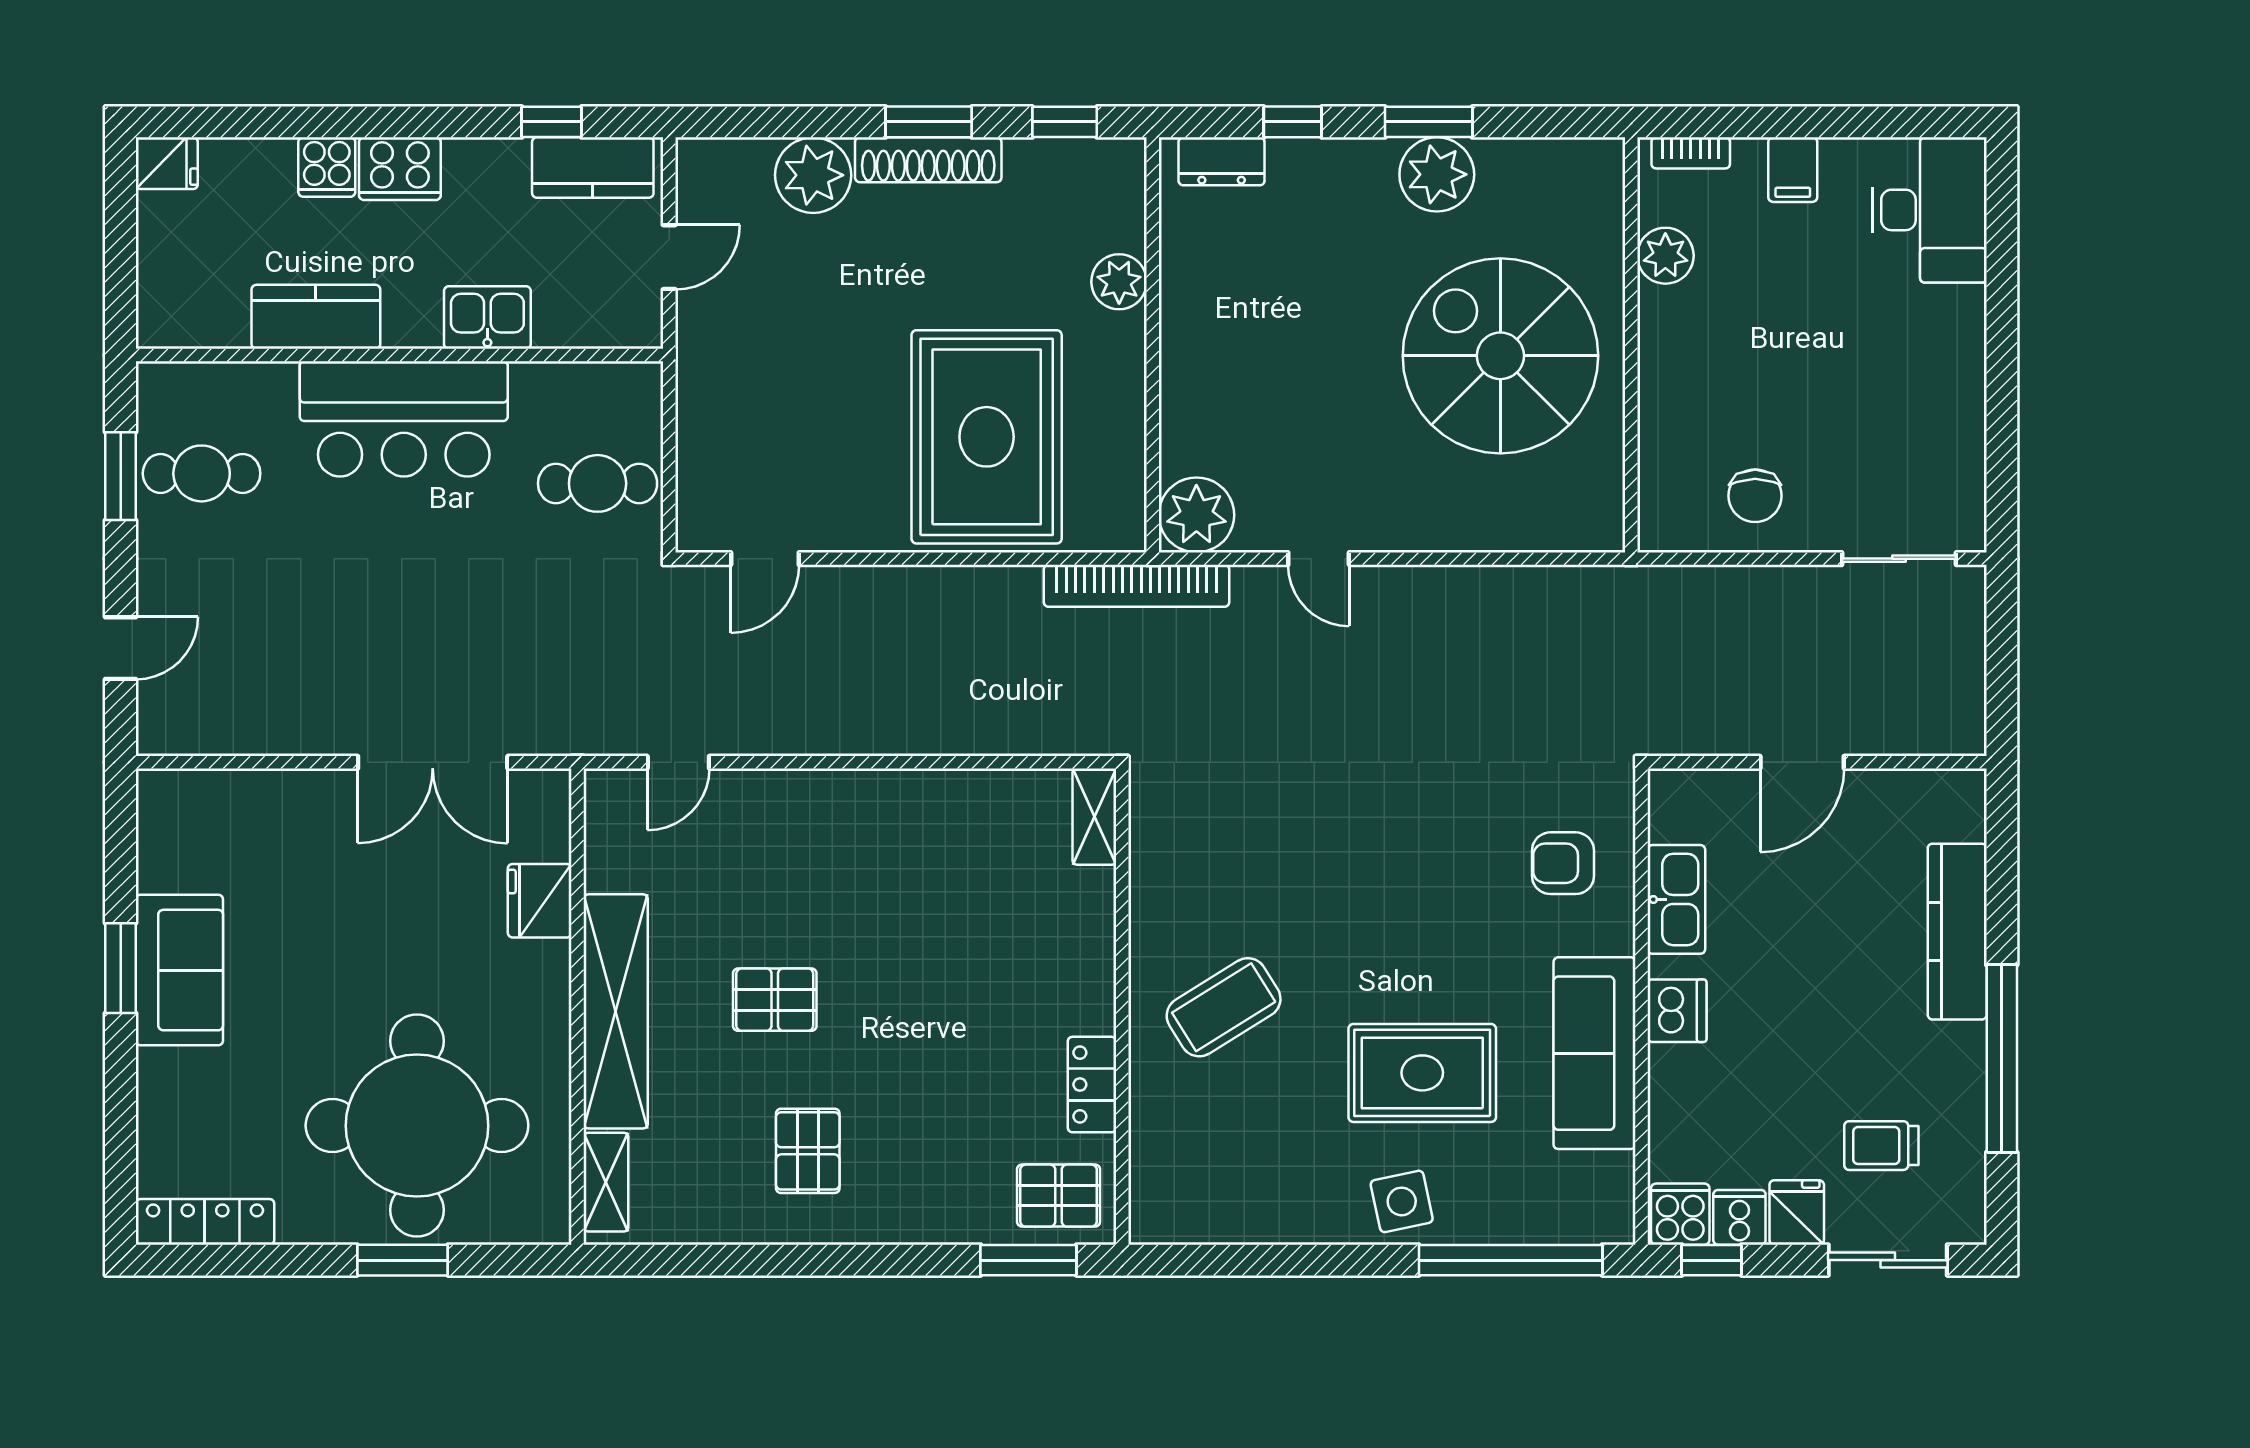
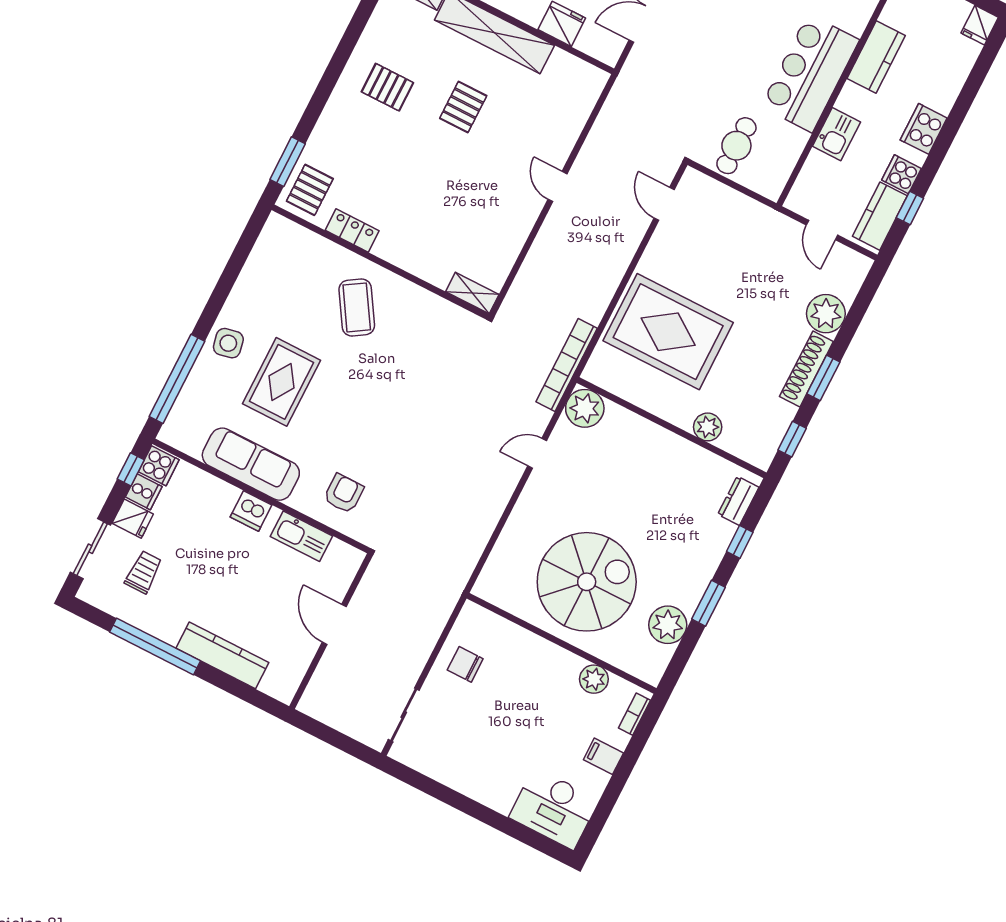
cooker: (327, 167) -> (901, 174), moved
plant: (1437, 174) -> (668, 625), moved
door: (678, 762) -> (557, 187), moved

